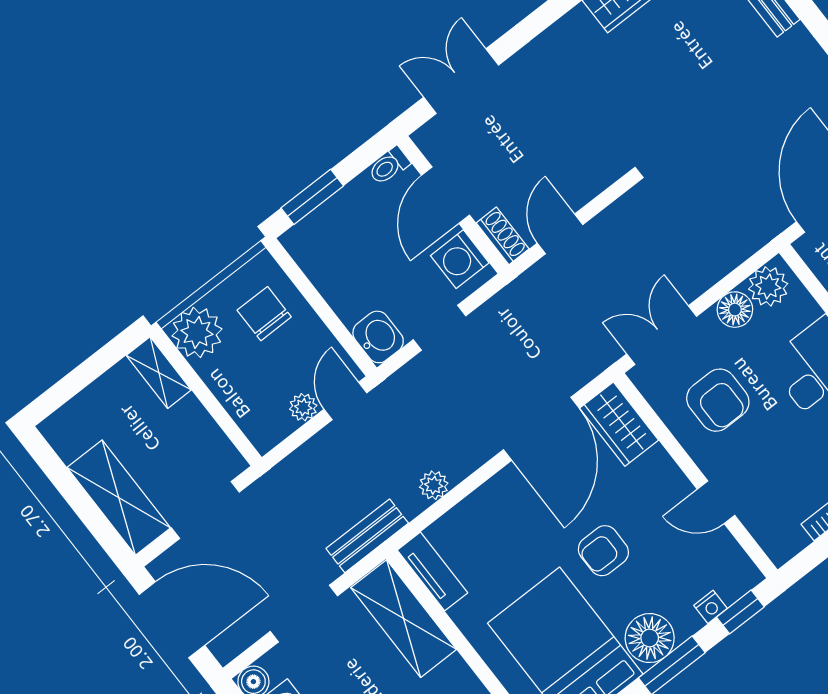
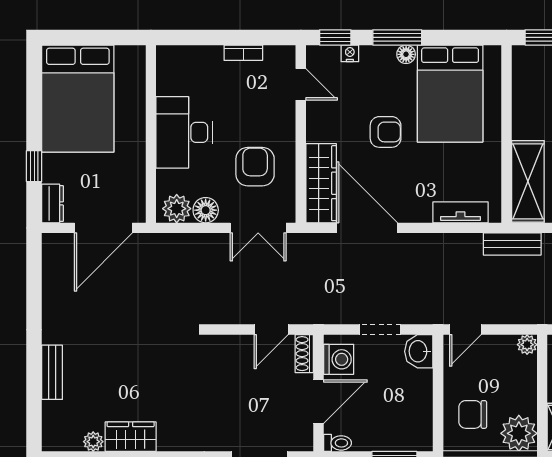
chair: (264, 314) -> (473, 414), turned 90
plant: (303, 407) -> (527, 345), moved
wardrobe: (619, 424) -> (321, 183), width x1.50
door: (541, 429) -> (367, 228), hinge flipped
plant: (434, 485) -> (452, 243), removed
door: (716, 502) -> (301, 84), moved
tv unit: (433, 571) -> (460, 212), moved, turned 90
floor lamp: (650, 638) -> (406, 54), width x0.53, depth x0.53

